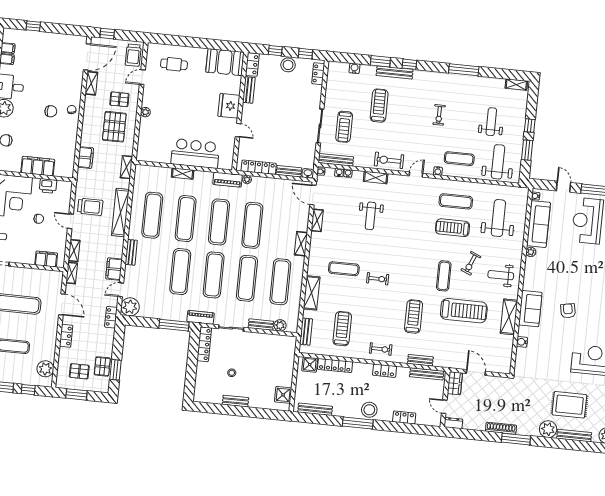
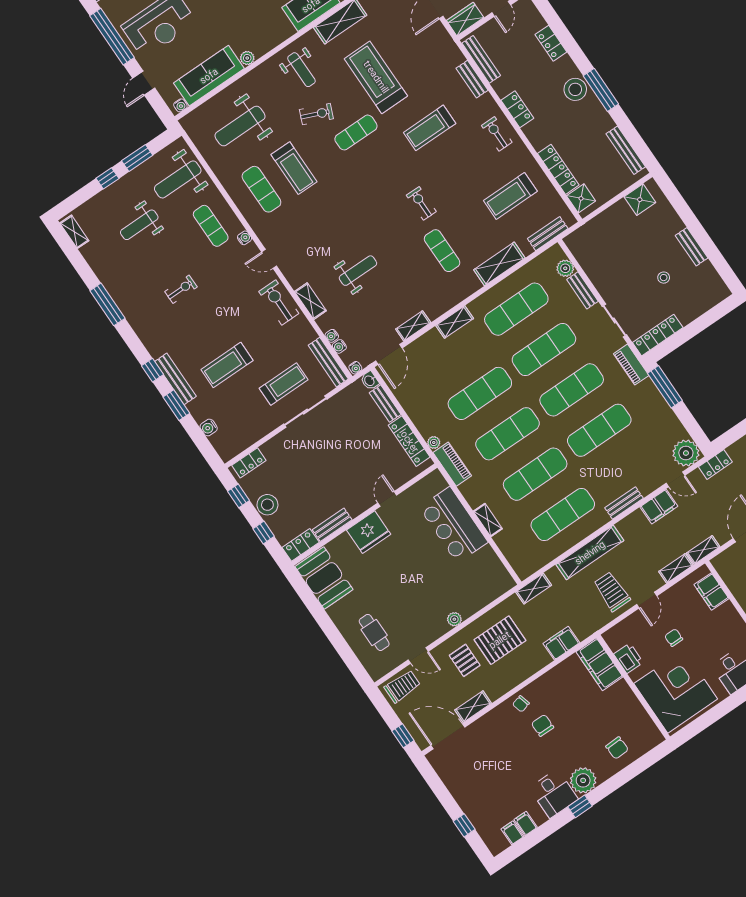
exercise bike: (389, 160) -> (279, 302), turned 180
filing cabinet: (38, 166) -> (599, 664), moved

